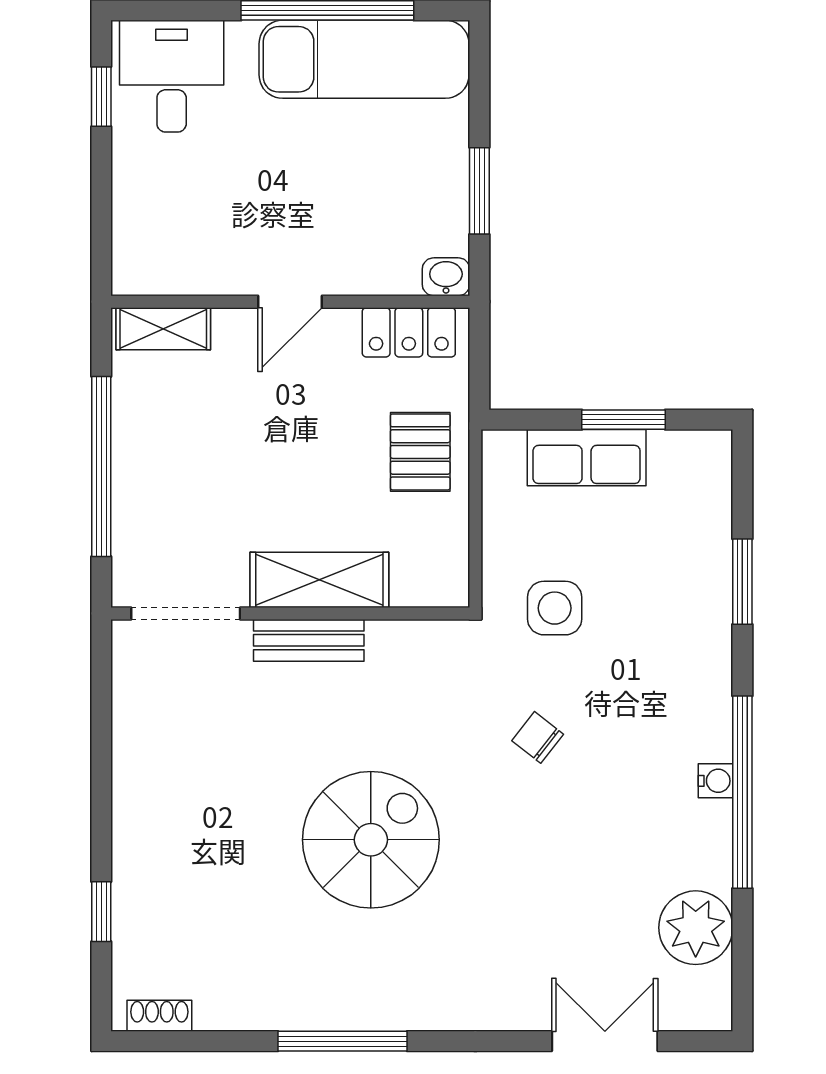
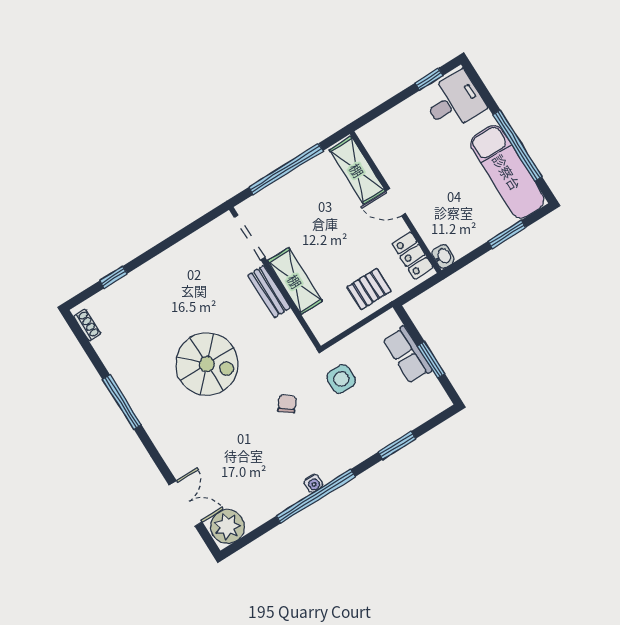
window: (479, 191) -> (507, 234), moved
shelving: (163, 329) -> (357, 170), width x1.50, depth x1.33
plant: (696, 928) -> (227, 526), moved

